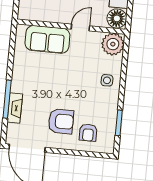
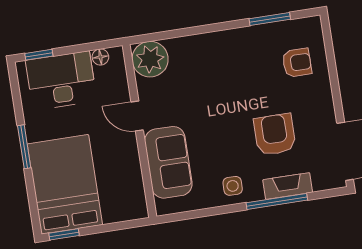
floor lamp: (117, 18) -> (100, 57), width x0.53, depth x0.53
side table: (107, 80) -> (233, 186), moved
armchair: (61, 121) -> (275, 134), moved

